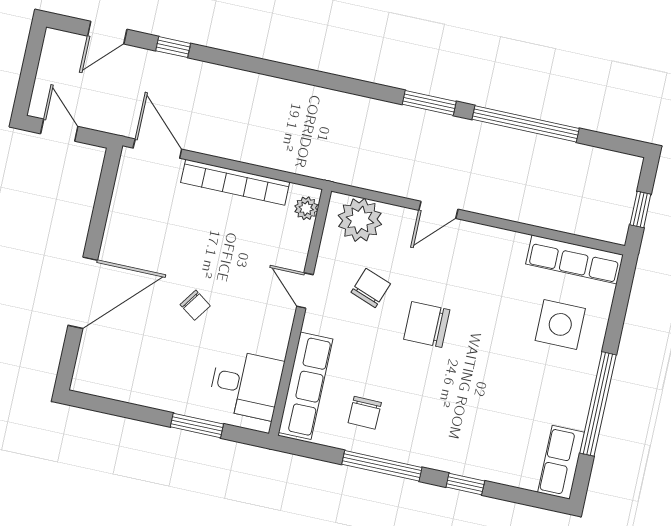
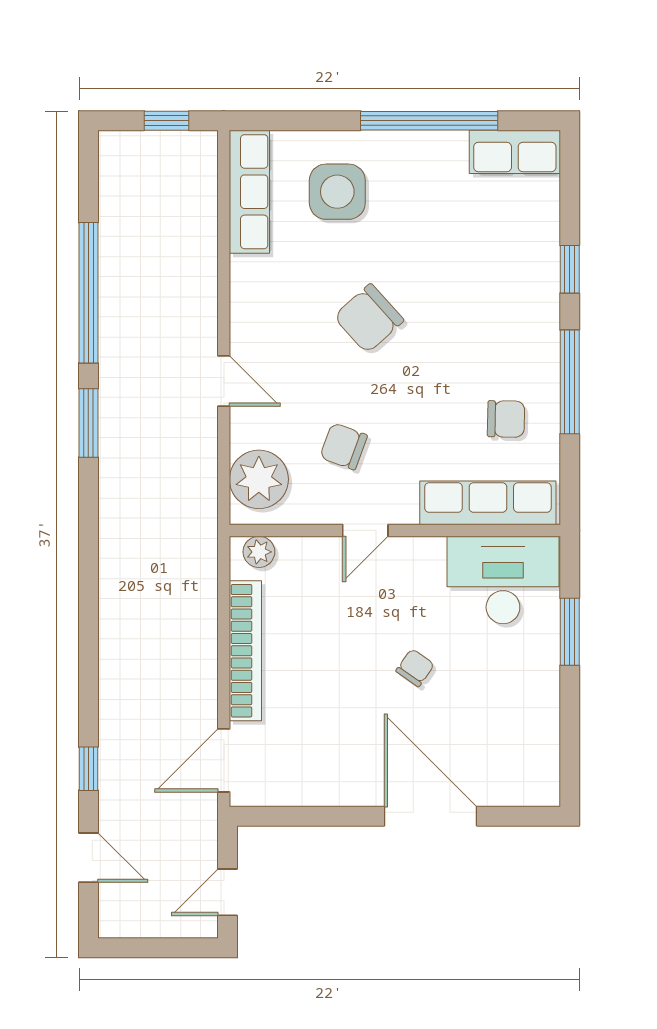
chair: (427, 325) -> (369, 318), moved, turned 48
desk: (246, 384) -> (503, 580), width x1.37

